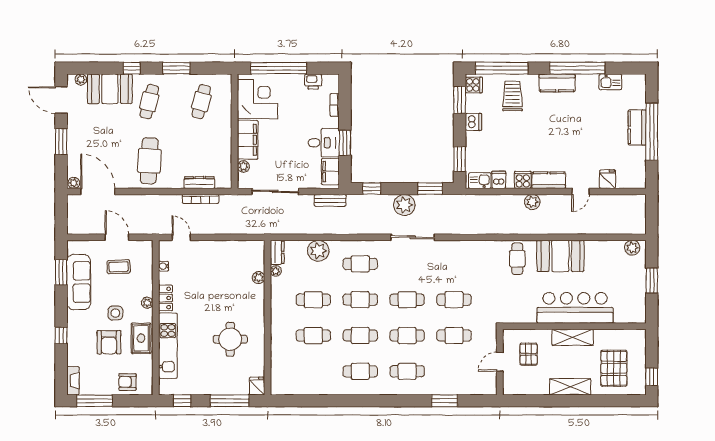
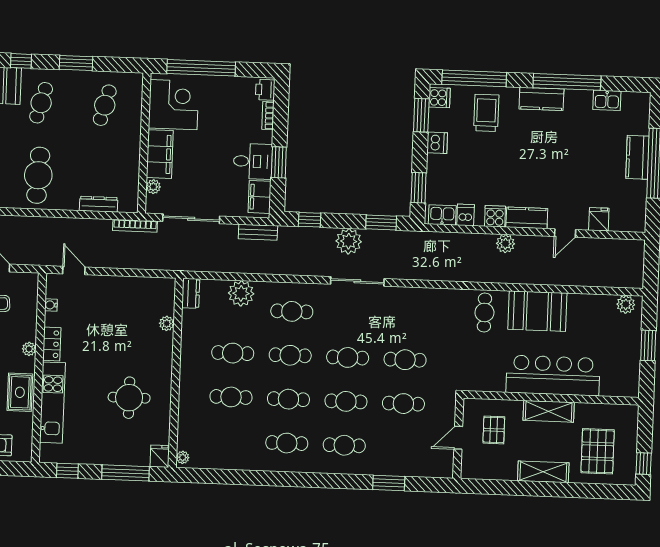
printer: (313, 82) -> (265, 90), moved, turned 90
bookcase: (200, 199) -> (135, 226), moved
plant: (276, 271) -> (183, 457), moved

